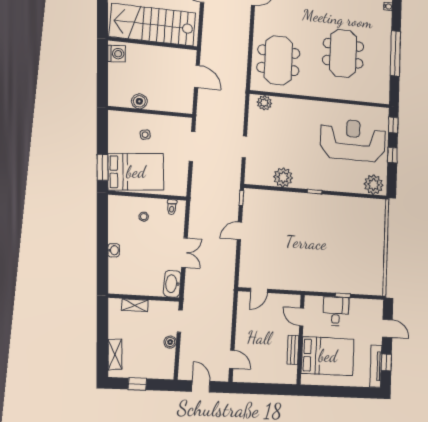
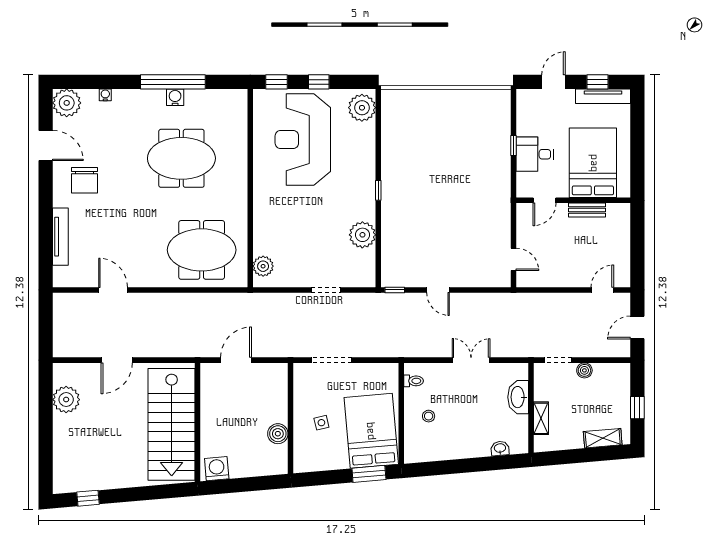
water cooler: (385, 54) -> (175, 97), added
washbasin: (114, 250) -> (500, 448), moved
washbasin: (172, 284) -> (518, 397), moved, turned 90

